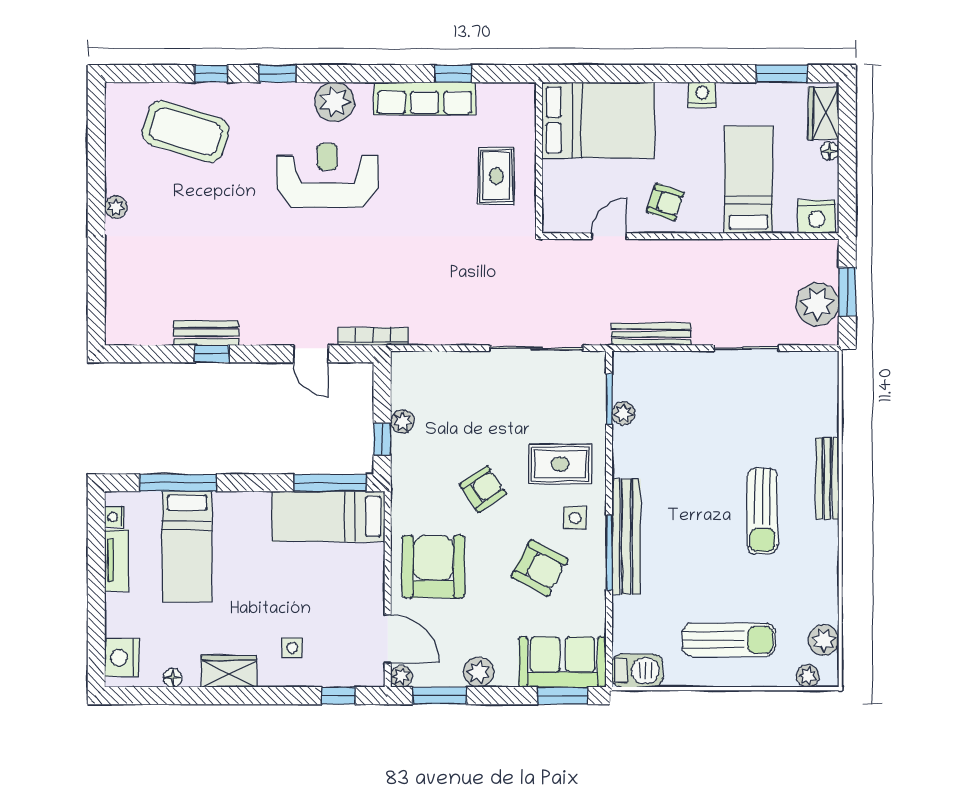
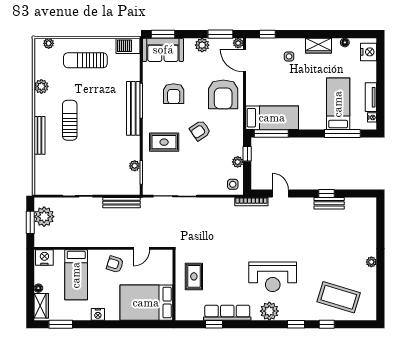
side table: (575, 518) -> (233, 184), moved
armchair: (540, 568) -> (174, 94), turned -118
plant: (823, 640) -> (41, 86), moved

